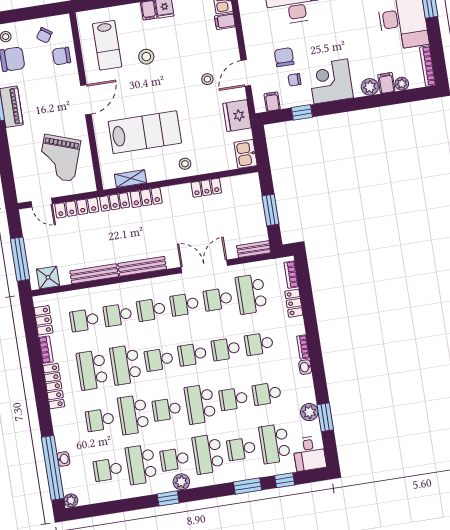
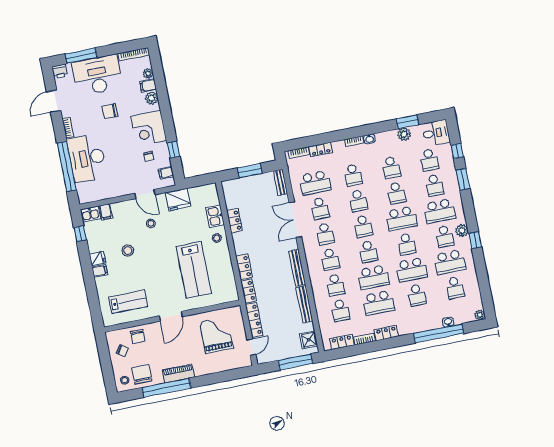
stool: (146, 57) -> (128, 251), moved
chair: (284, 57) -> (110, 111), moved
door: (86, 100) -> (171, 316), swing flipped
lab bench: (145, 132) -> (194, 270), turned 180
kitchen sink: (246, 154) -> (215, 216), moved, turned 90
grand piano: (59, 158) -> (216, 335), turned -109
shelving: (131, 179) -> (230, 279), removed
locker: (54, 386) -> (386, 333), width x0.66
school desk: (275, 444) -> (429, 160), width x0.54
window: (53, 468) -> (438, 333), moved

